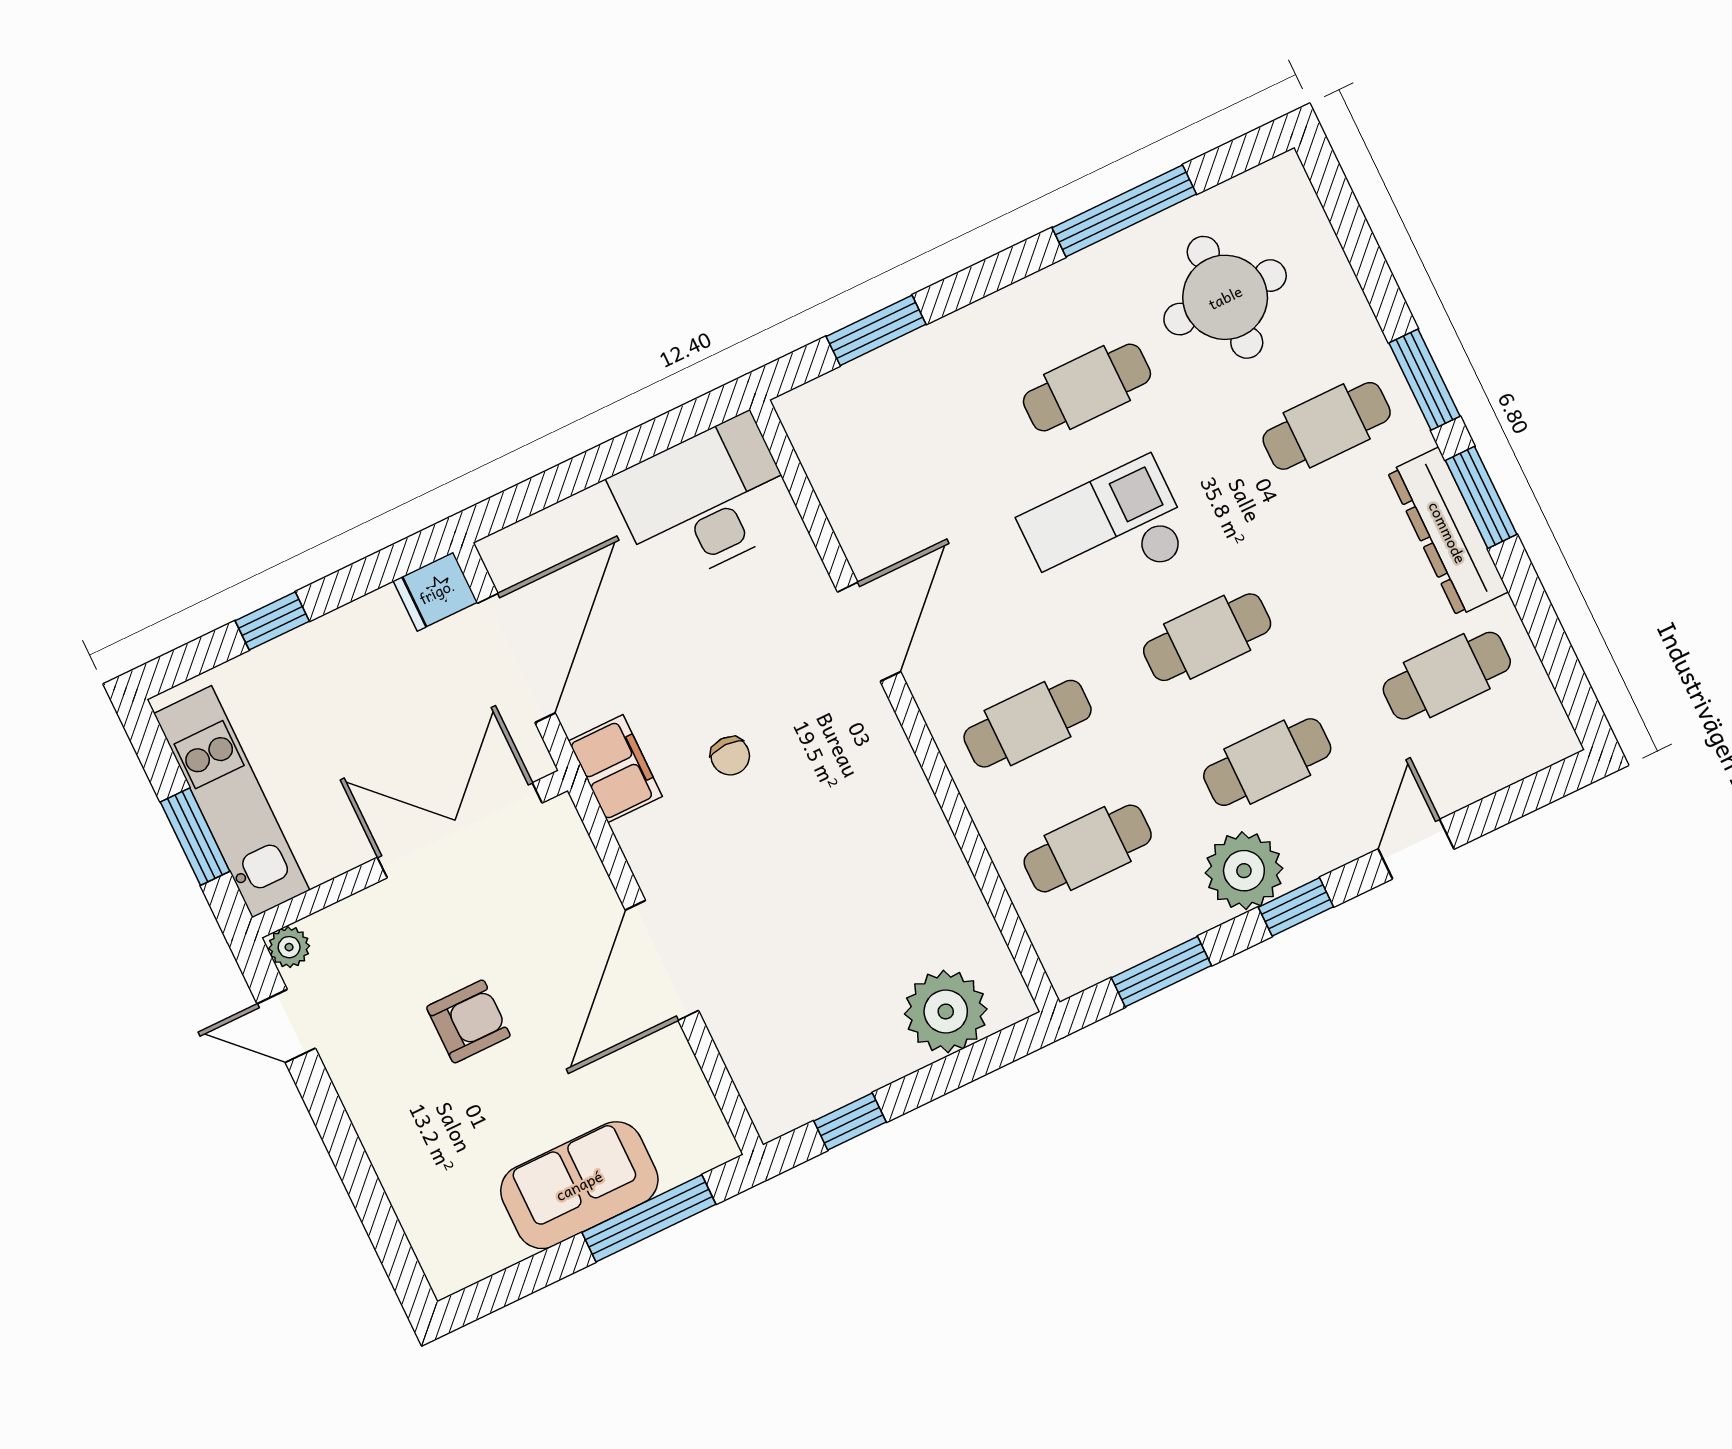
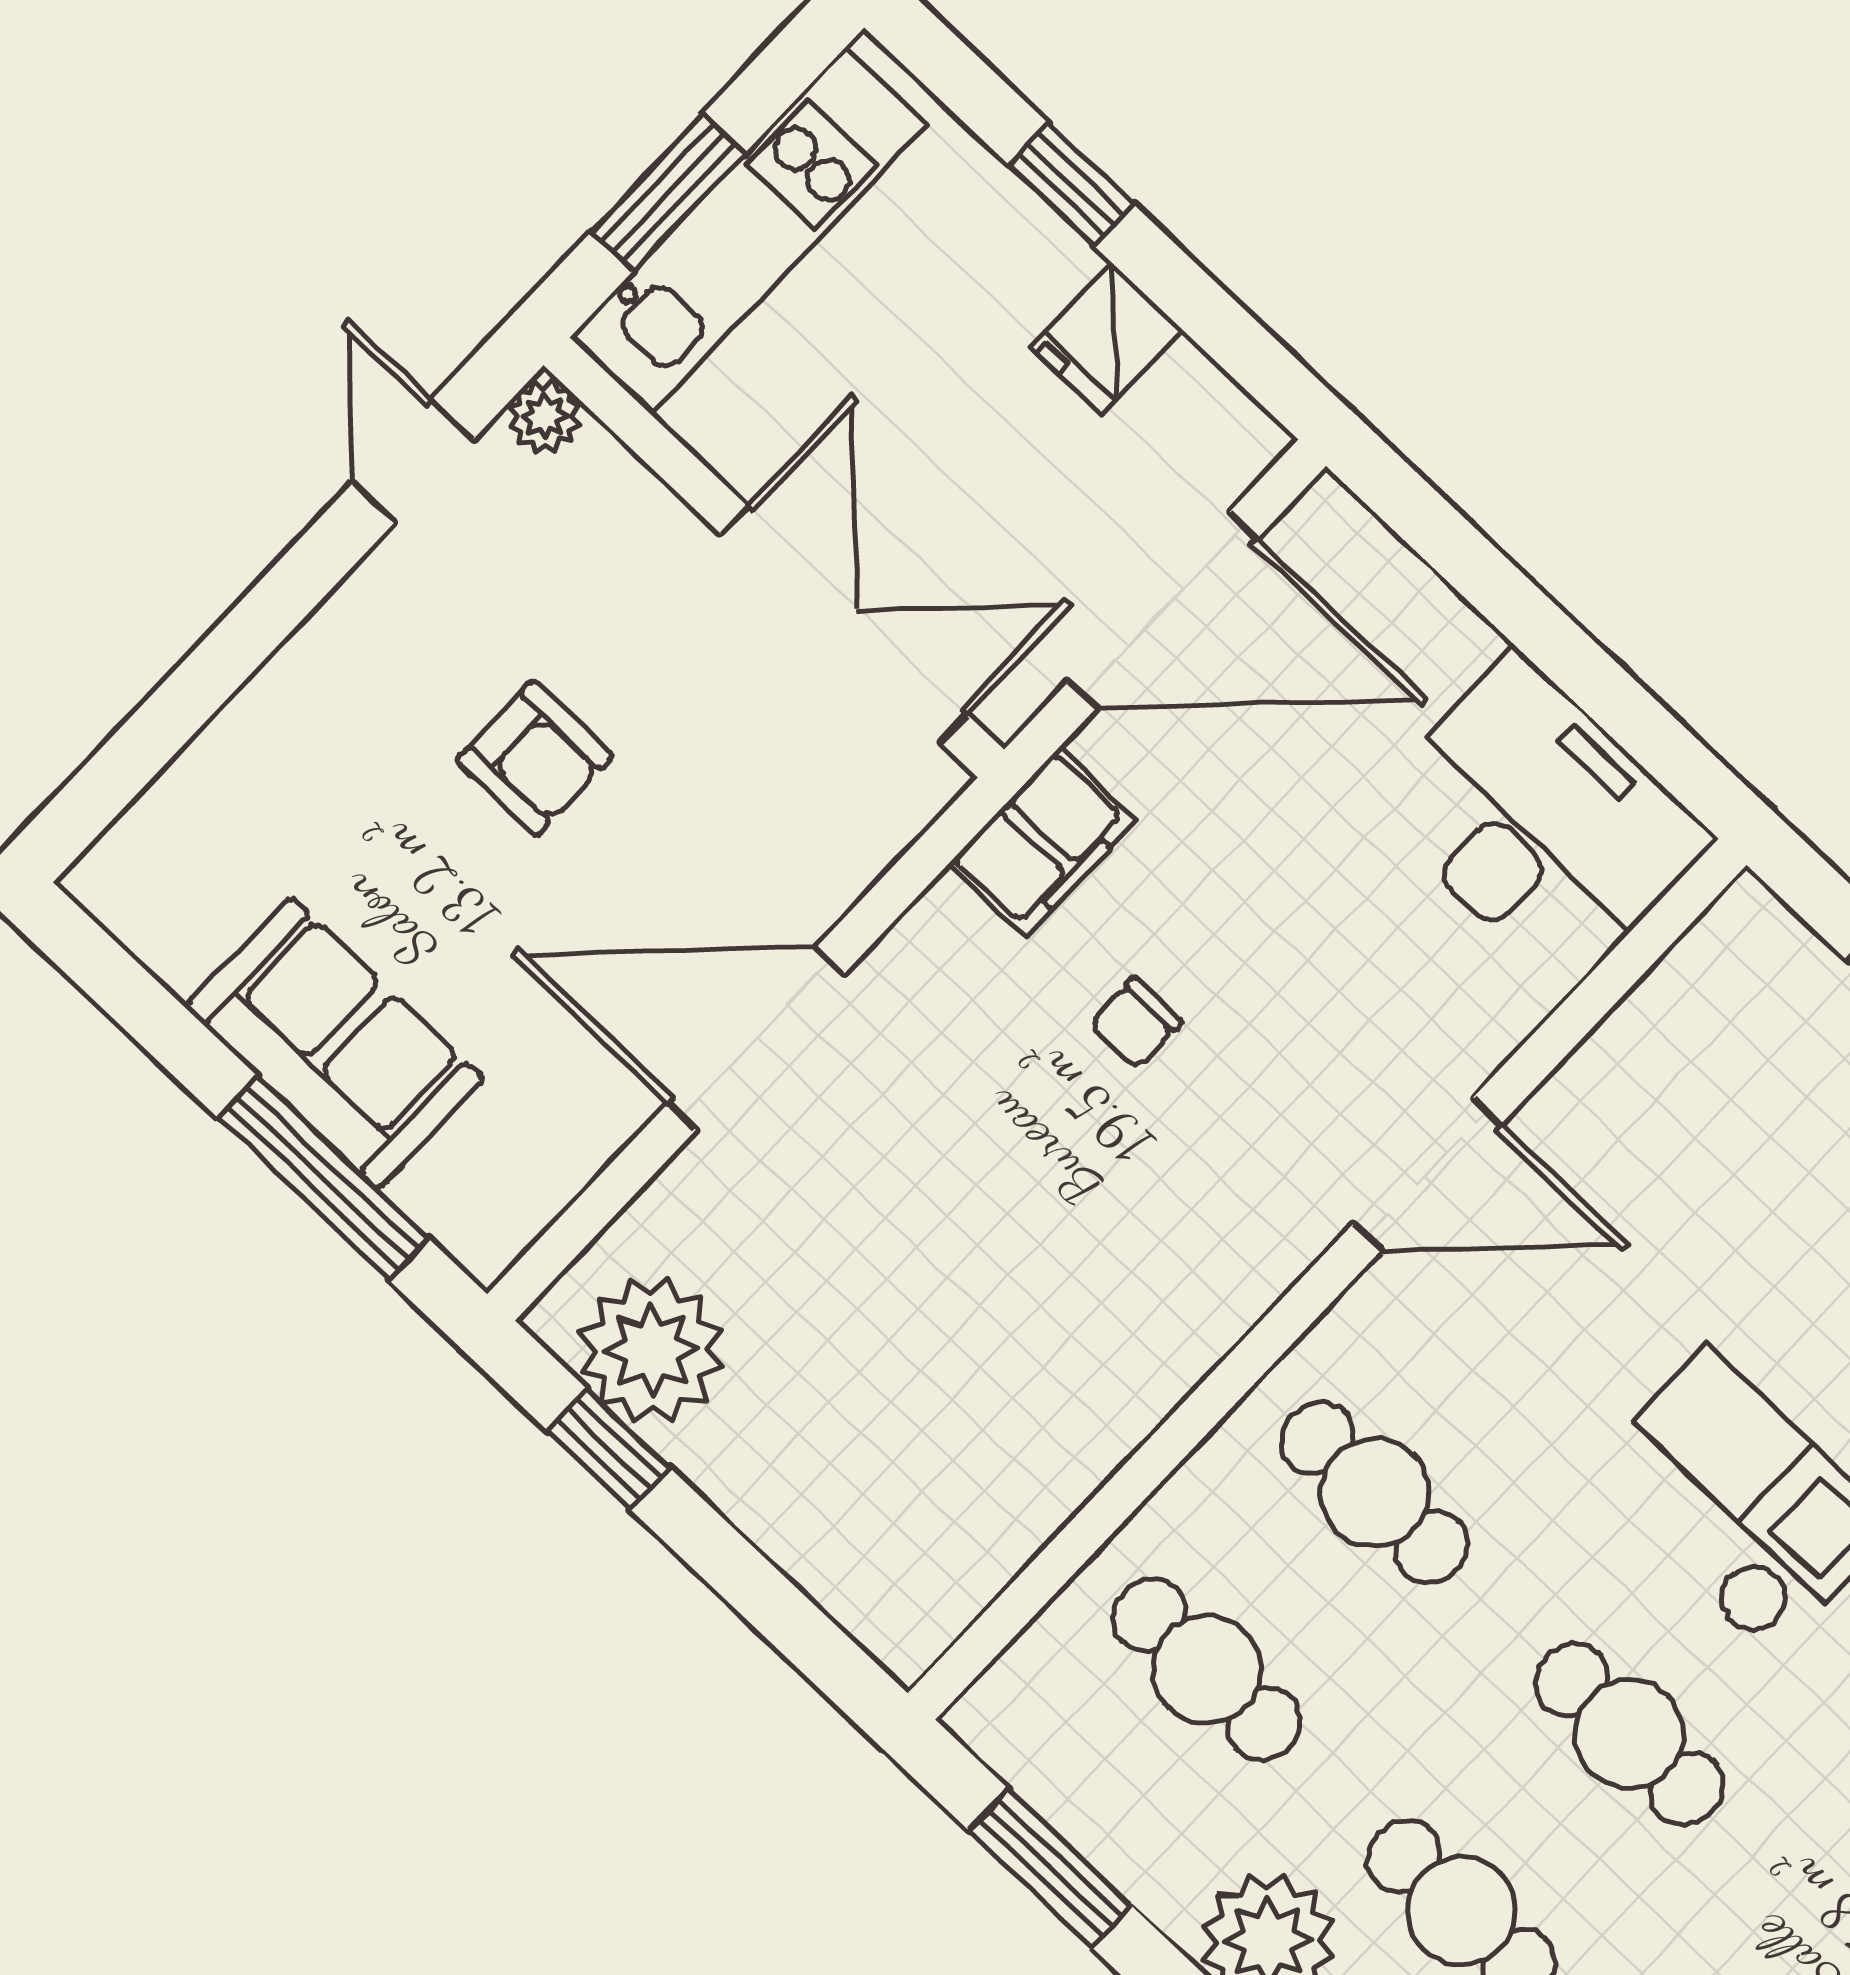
fridge: (435, 592) -> (1106, 338), moved, turned -90
plant: (946, 1012) -> (652, 1350), moved

